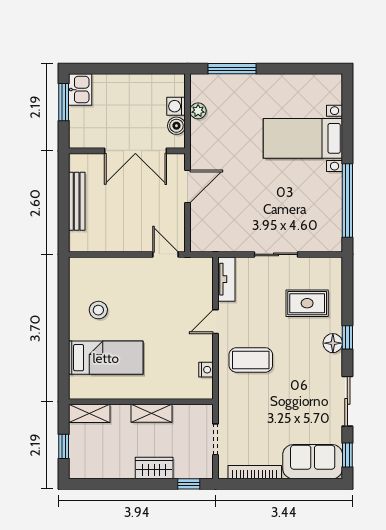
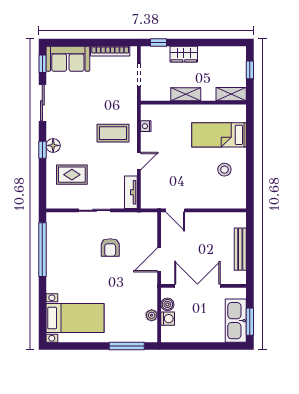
kitchen sink: (80, 90) -> (236, 321), width x1.87, depth x1.24
bed with nightstands: (303, 138) -> (75, 318), moved
armchair: (255, 204) -> (110, 247), added

